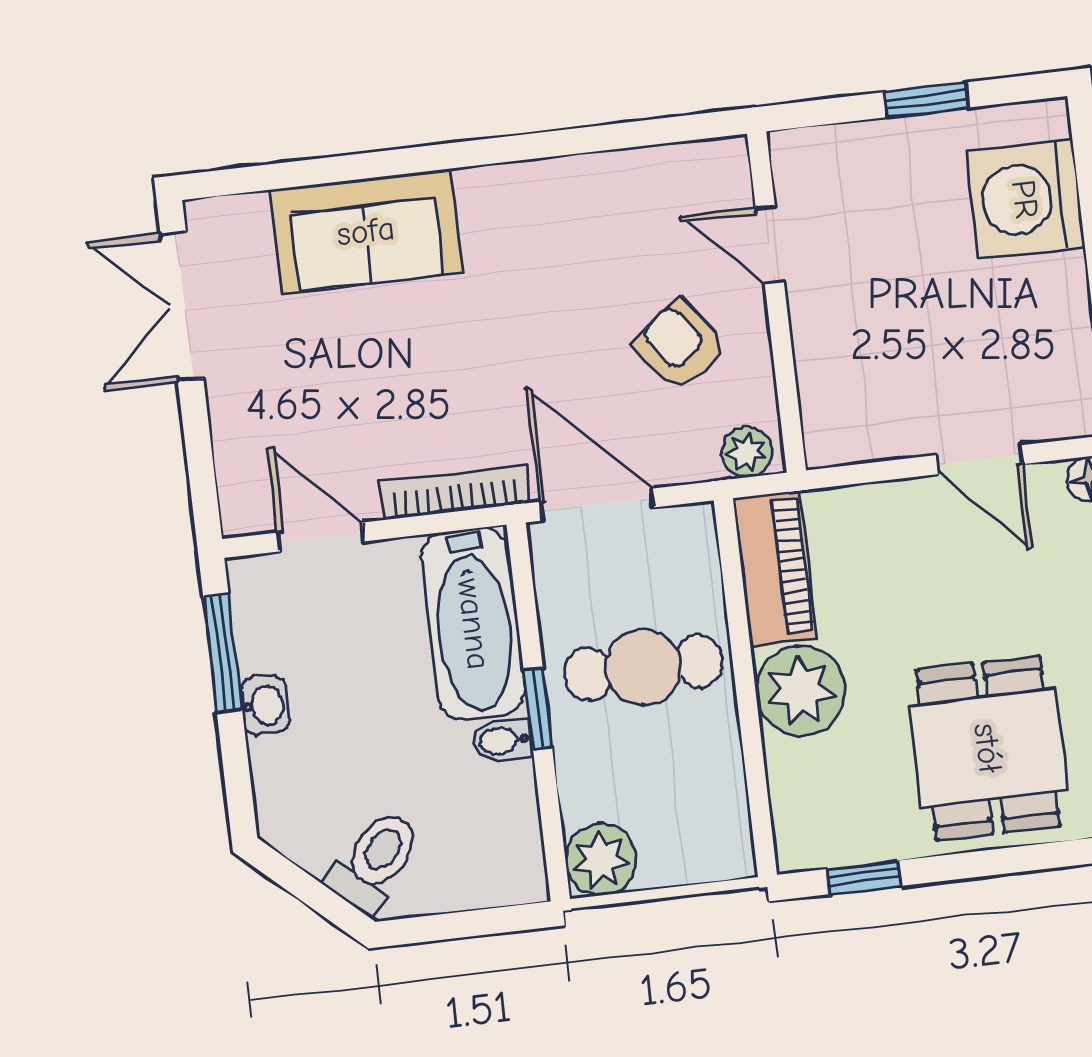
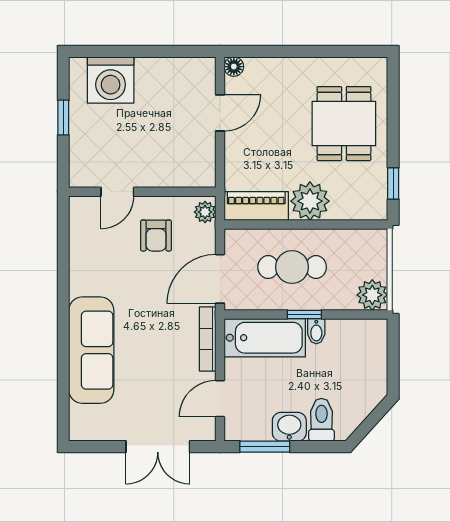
sofa: (366, 231) -> (91, 350), width x1.36
double door: (182, 306) -> (158, 447), moved
armchair: (679, 346) -> (156, 236), turned -54
cafe table: (644, 667) -> (292, 267), turned 90
washbasin: (265, 705) -> (289, 427), width x1.38, depth x1.45
dining table: (988, 748) -> (344, 124), turned 90
toilet: (375, 861) -> (321, 420), moved, turned 48

